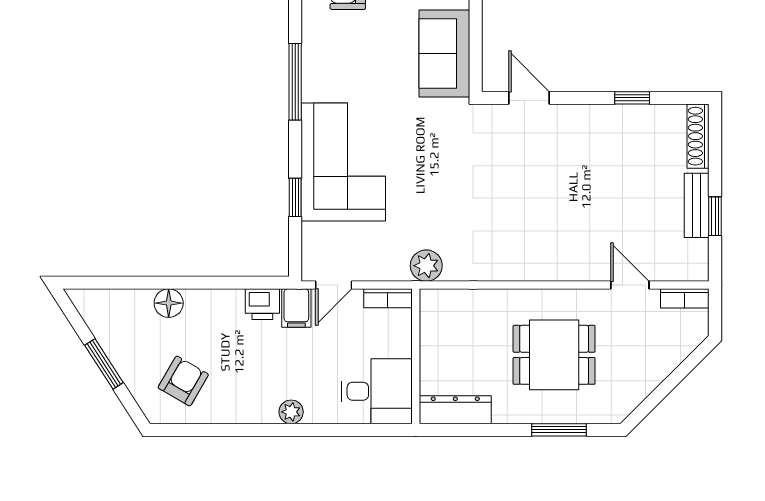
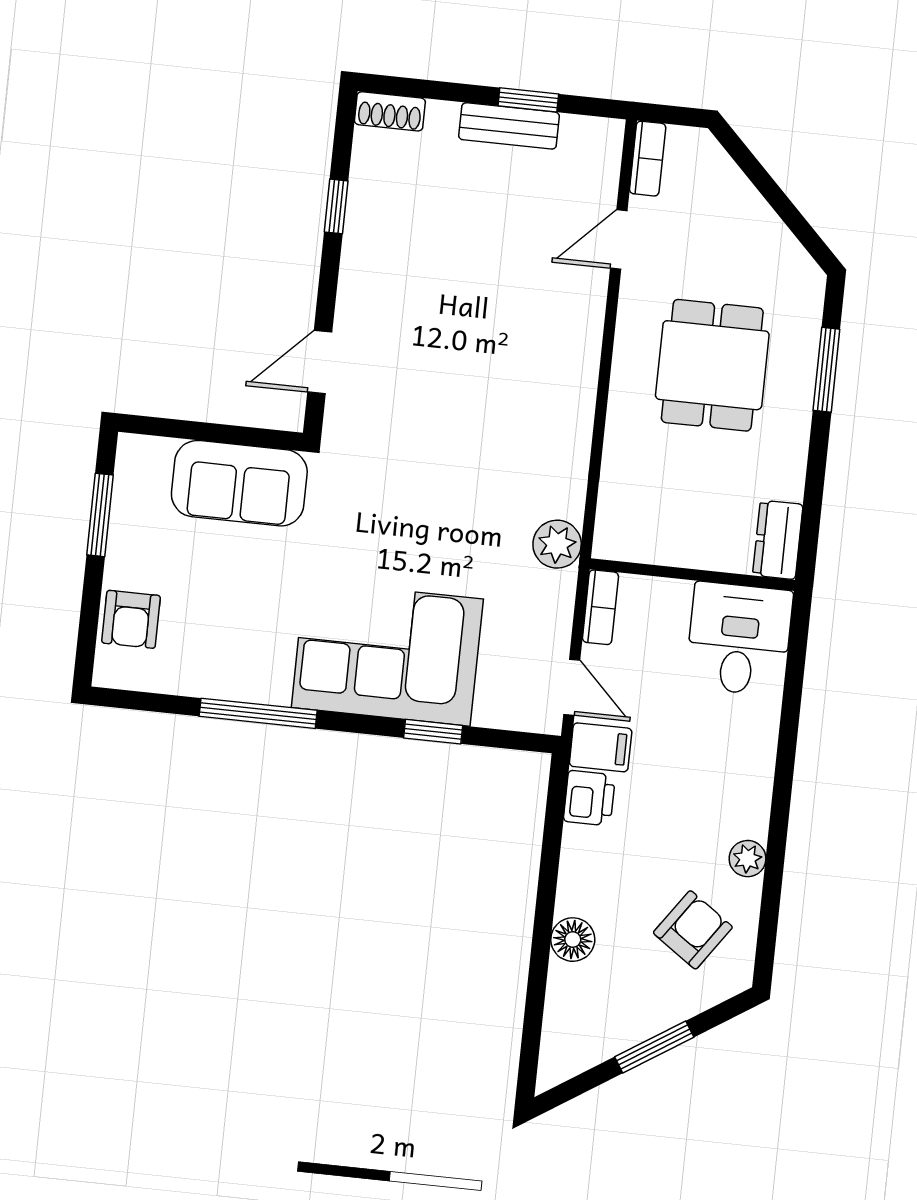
shoe rack: (698, 136) -> (390, 111), width x0.70
armchair: (183, 381) -> (693, 930), turned 95
dresser: (455, 410) -> (778, 540), width x0.70
plant: (291, 412) -> (747, 859), moved

